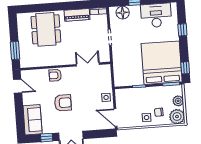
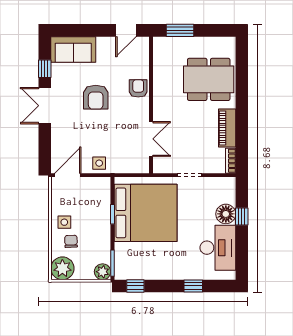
floor lamp: (123, 13) -> (226, 214), moved
bed: (162, 63) -> (146, 213), moved
plant: (178, 101) -> (103, 272), moved

